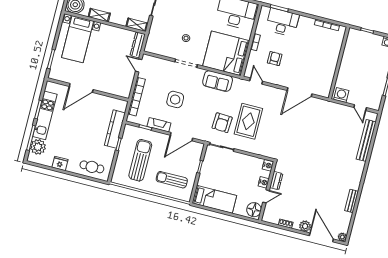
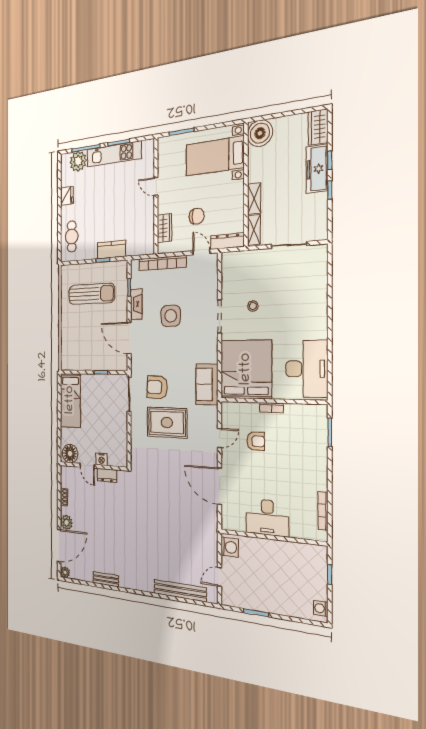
shelving: (99, 15) -> (254, 199), moved
desk: (282, 22) -> (267, 517), moved, turned 90
chair: (113, 63) -> (197, 216), added
door: (139, 65) -> (201, 252), hinge flipped
sofa: (218, 81) -> (207, 384), moved
door: (256, 81) -> (219, 438), moved
door: (81, 88) -> (156, 186), width x0.53
wardrobe: (113, 89) -> (164, 228), added
kitchen counter: (115, 129) -> (112, 250), width x0.67
nightstand: (268, 165) -> (121, 461), removed
sun lounger: (172, 180) -> (79, 341), removed

